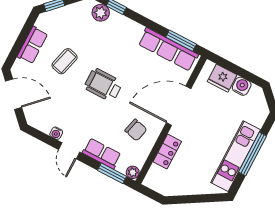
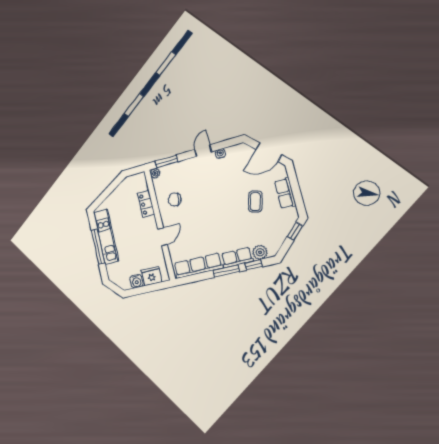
window: (181, 41) -> (226, 271), moved
wheelchair: (103, 85) -> (218, 209), removed
door: (179, 106) -> (163, 237), width x0.53
door: (69, 151) -> (203, 151), hinge flipped
row of seats: (102, 154) -> (237, 258), moved, turned 180

